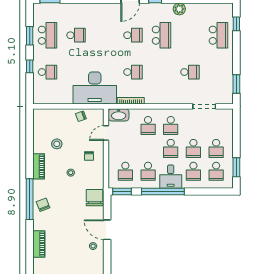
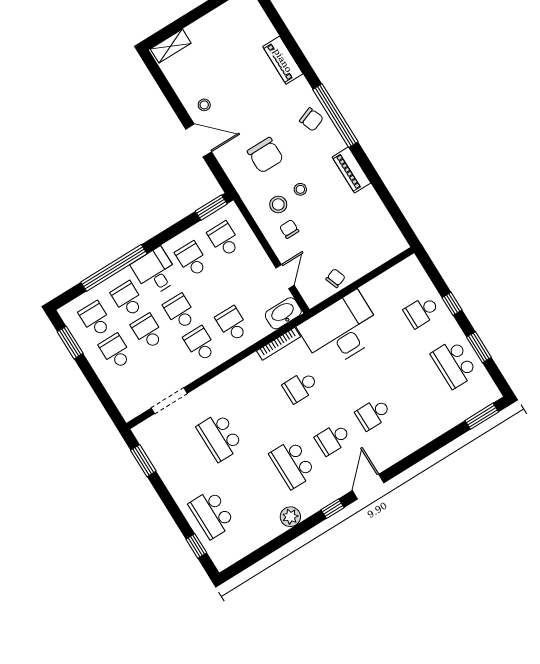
school desk: (76, 35) -> (373, 414), moved
school desk: (190, 72) -> (220, 437), width x1.85
stool: (57, 144) -> (278, 204), moved
window: (163, 191) -> (114, 268), moved
chair: (95, 198) -> (265, 155), moved

